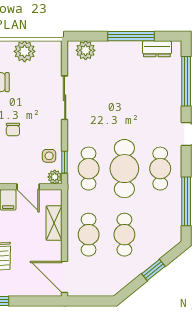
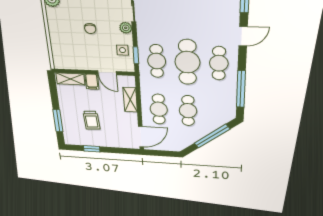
plant: (55, 177) -> (126, 28), moved
window: (153, 270) -> (212, 136), width x2.17
door: (65, 277) -> (141, 137), swing flipped

